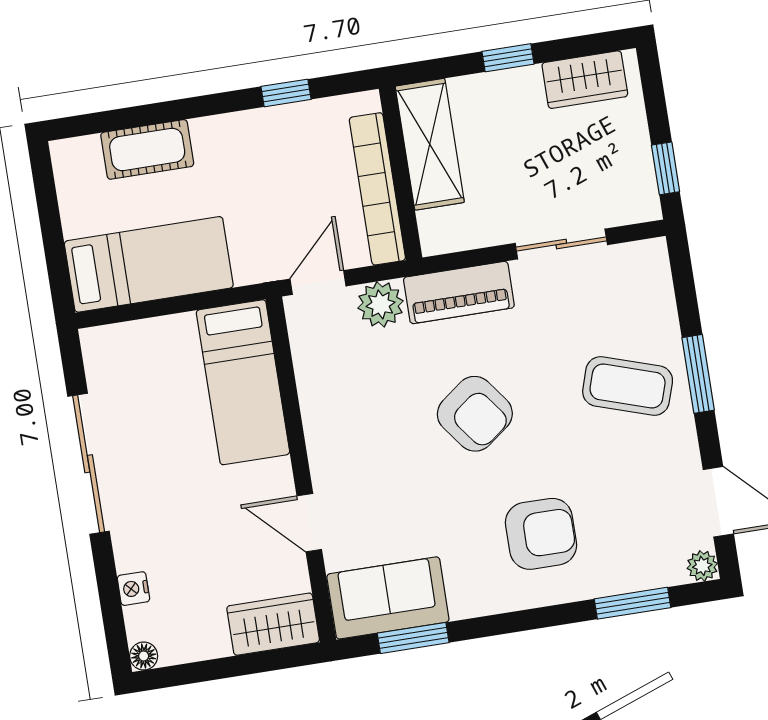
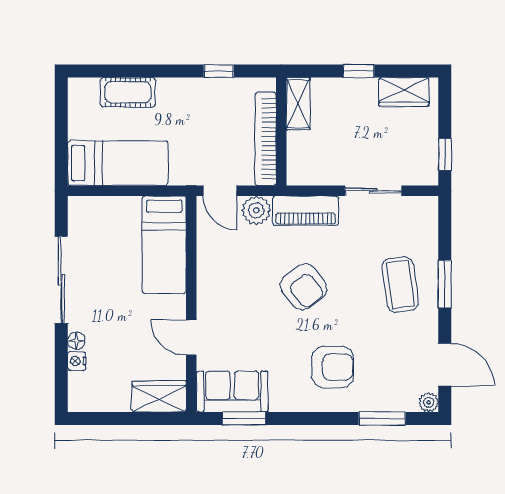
shelving: (430, 144) -> (298, 104), width x0.67, depth x0.75
door: (318, 283) -> (220, 191), swing flipped
coffee table: (628, 386) -> (400, 285), turned 64
floor lamp: (144, 656) -> (76, 341), moved

